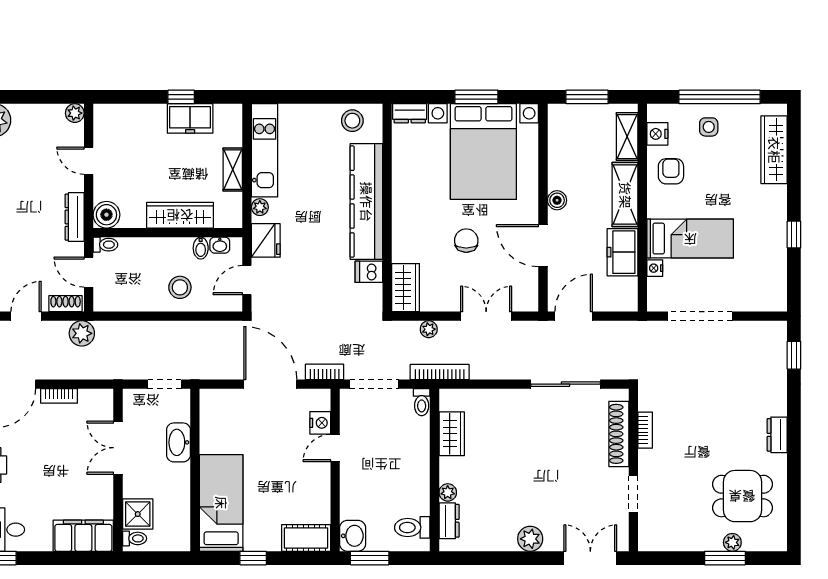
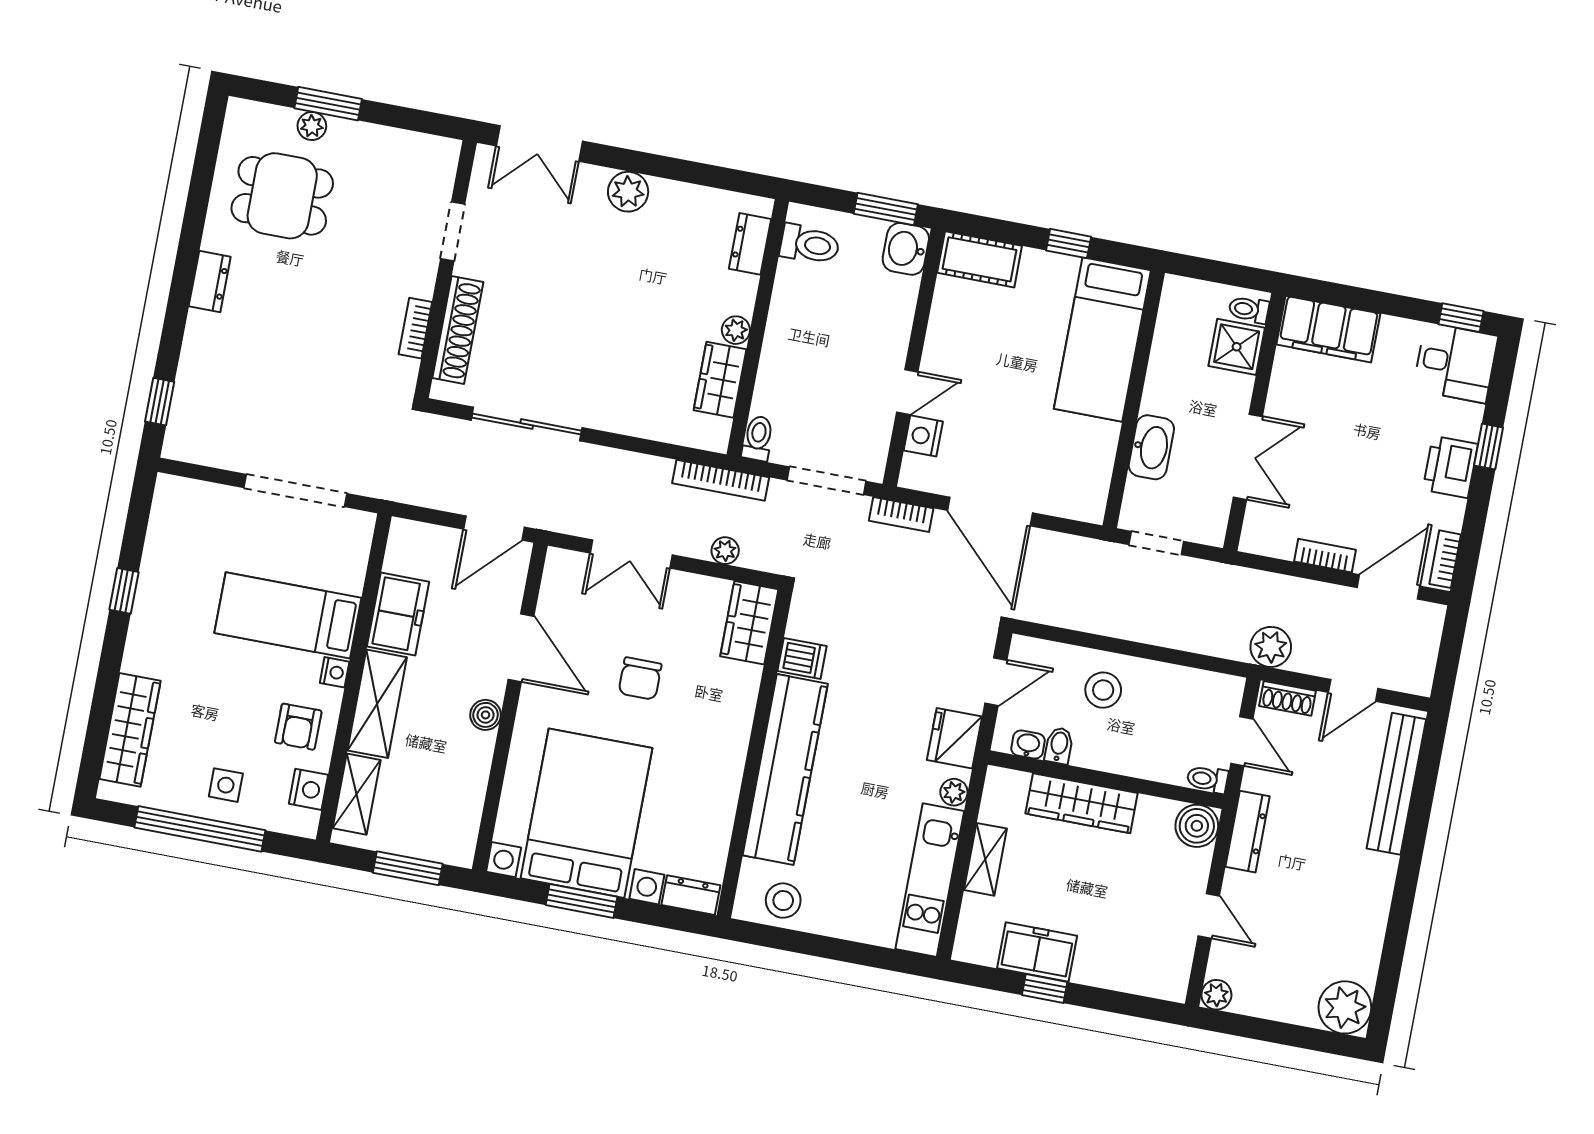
nightstand: (655, 268) -> (335, 672), moved
plant: (448, 492) -> (736, 330), moved

